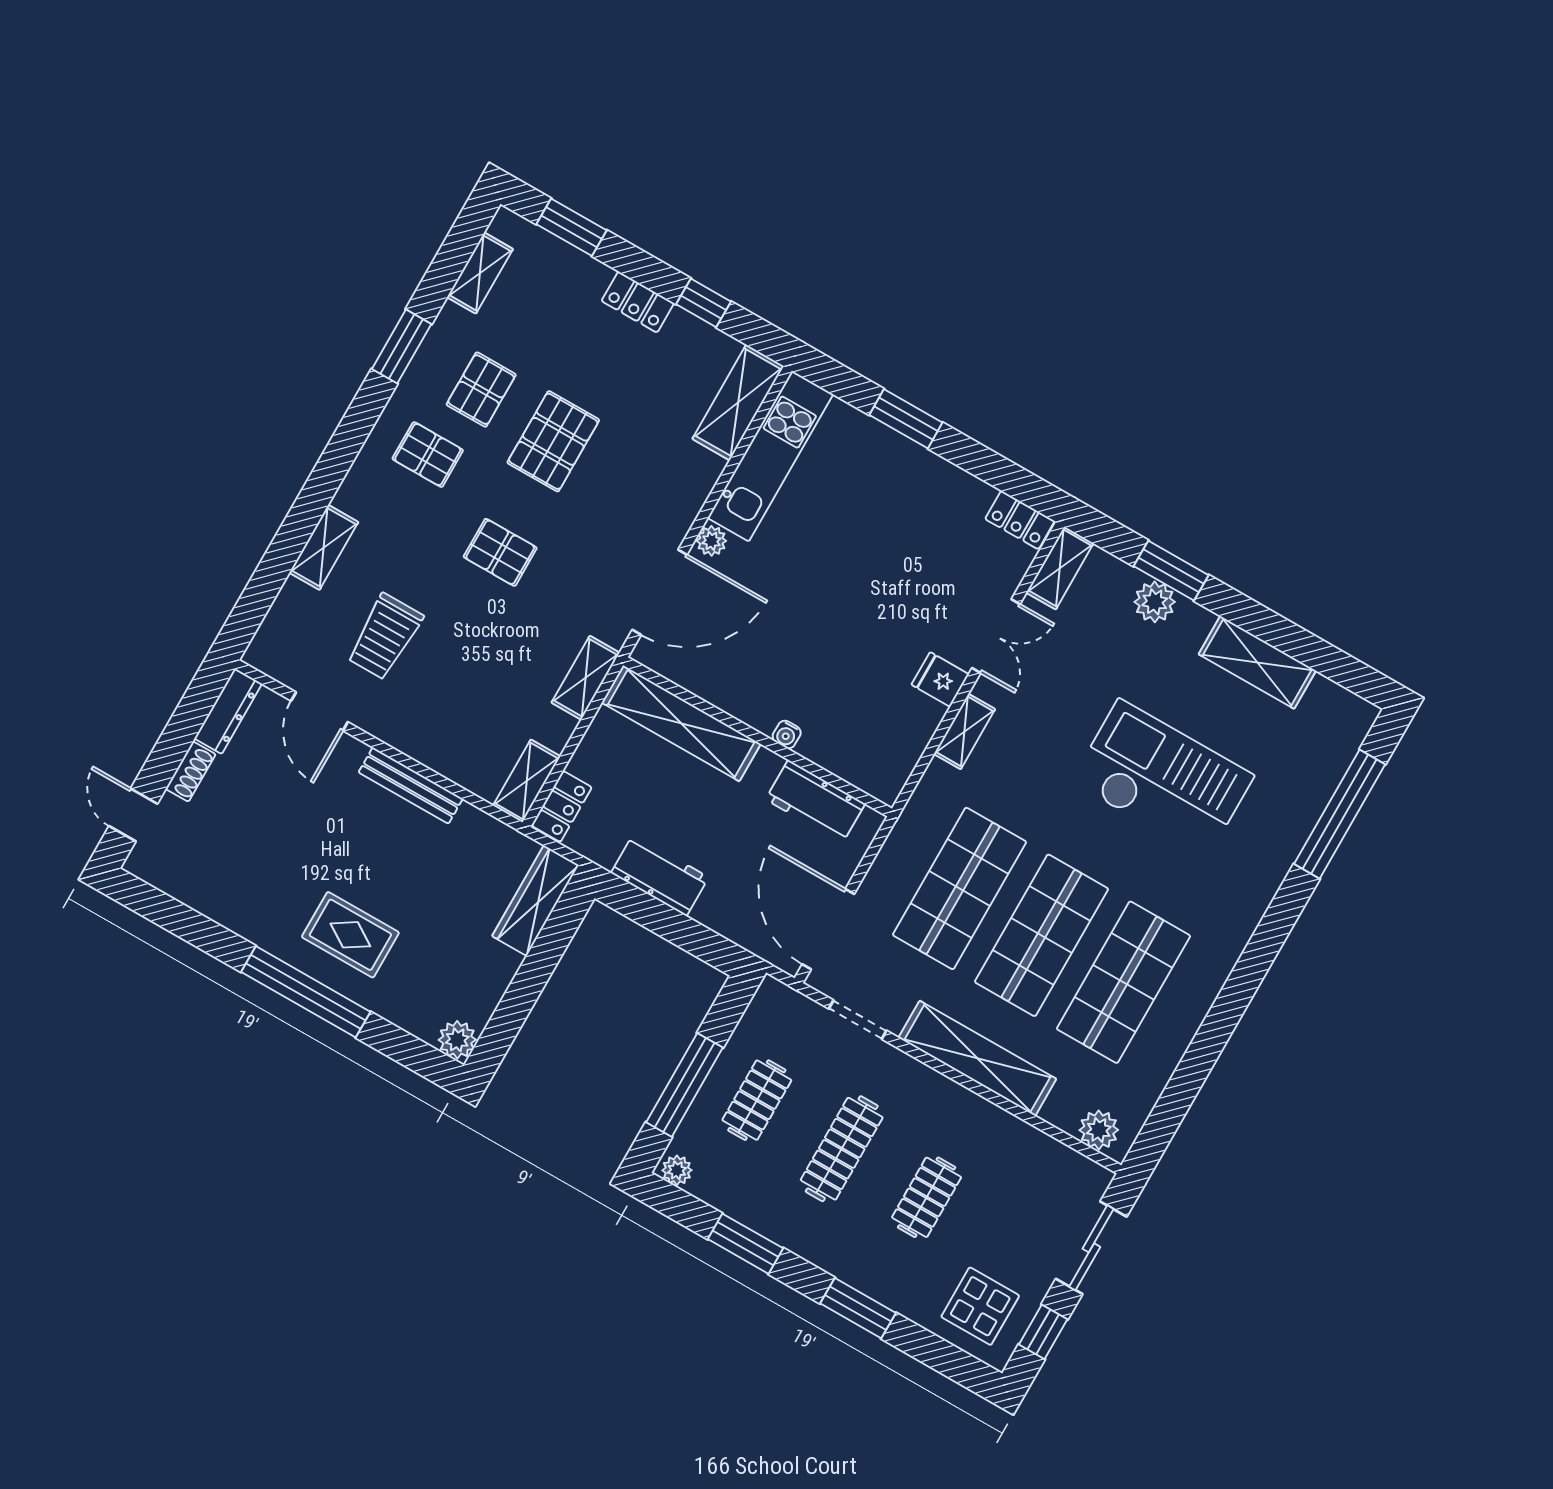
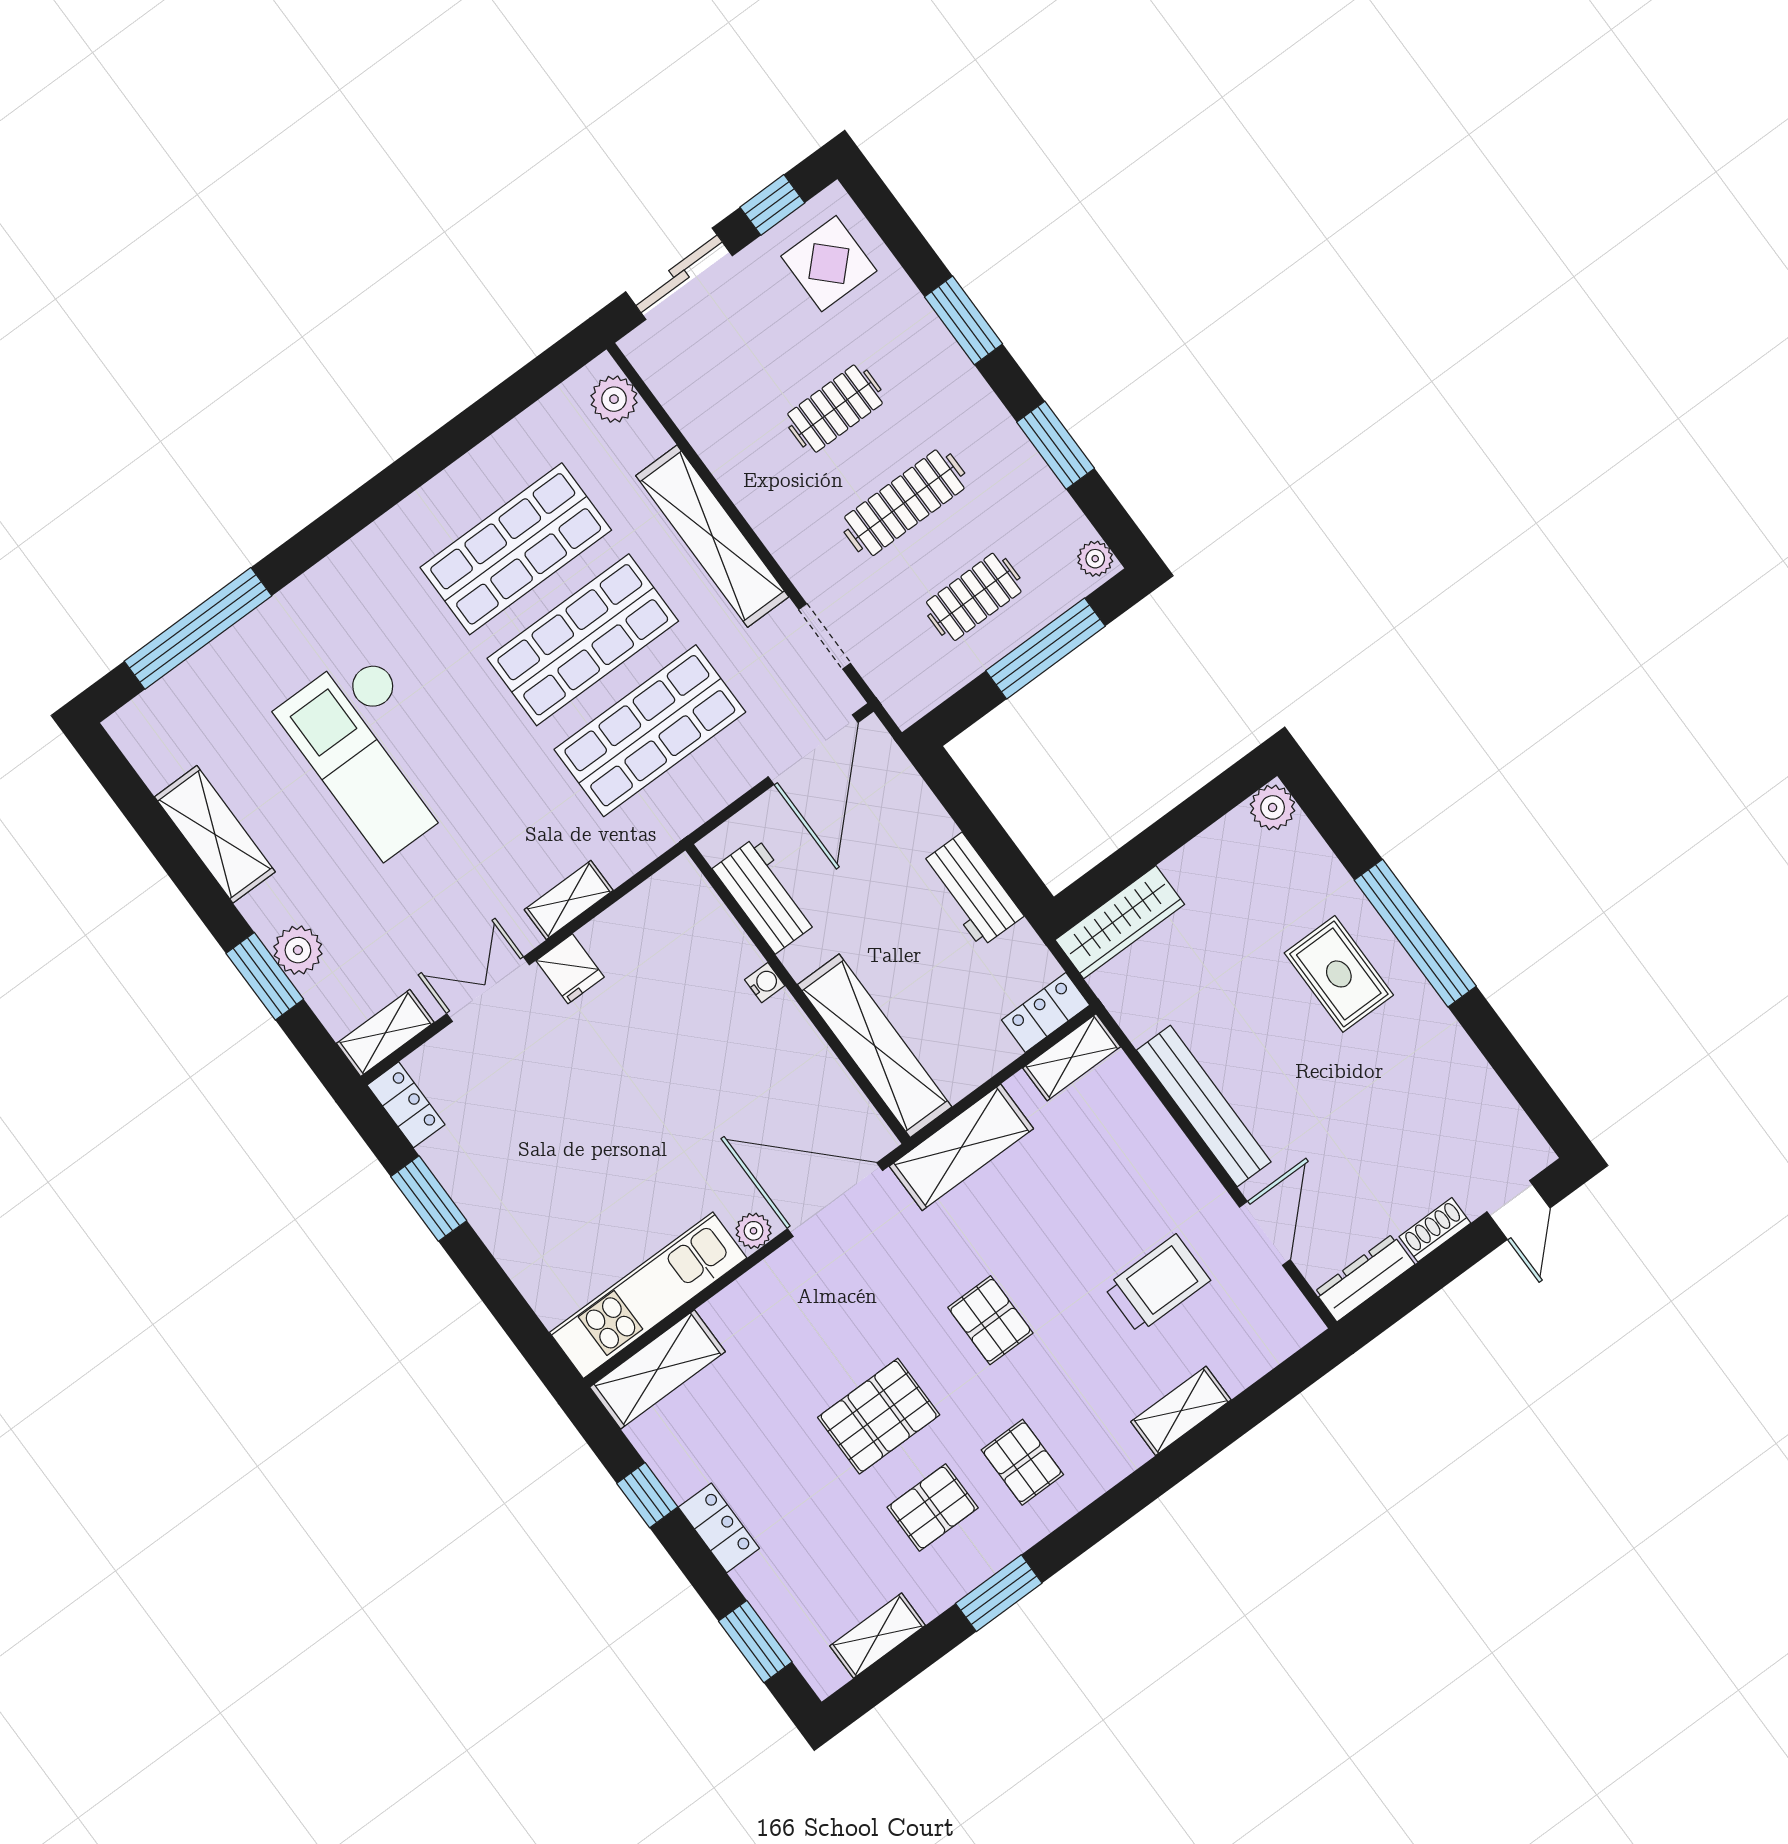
window: (906, 419) -> (429, 1199), moved
shelving: (586, 678) -> (961, 1147), width x1.50, depth x1.33
bench: (411, 785) -> (1204, 1106), width x1.37, depth x1.21

